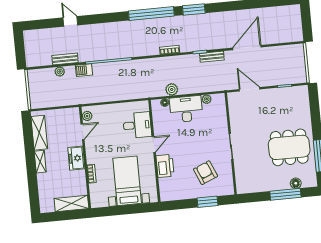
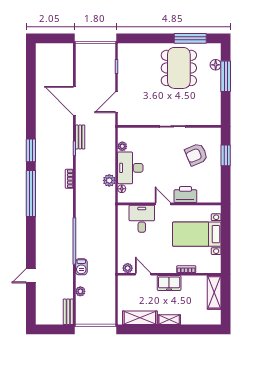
bench: (65, 59) -> (68, 312), moved

